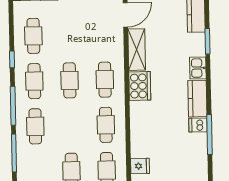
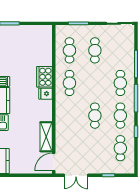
cafe table: (105, 80) -> (69, 116), removed
cooker: (140, 86) -> (44, 77), moved
fridge: (140, 166) -> (45, 94), moved

